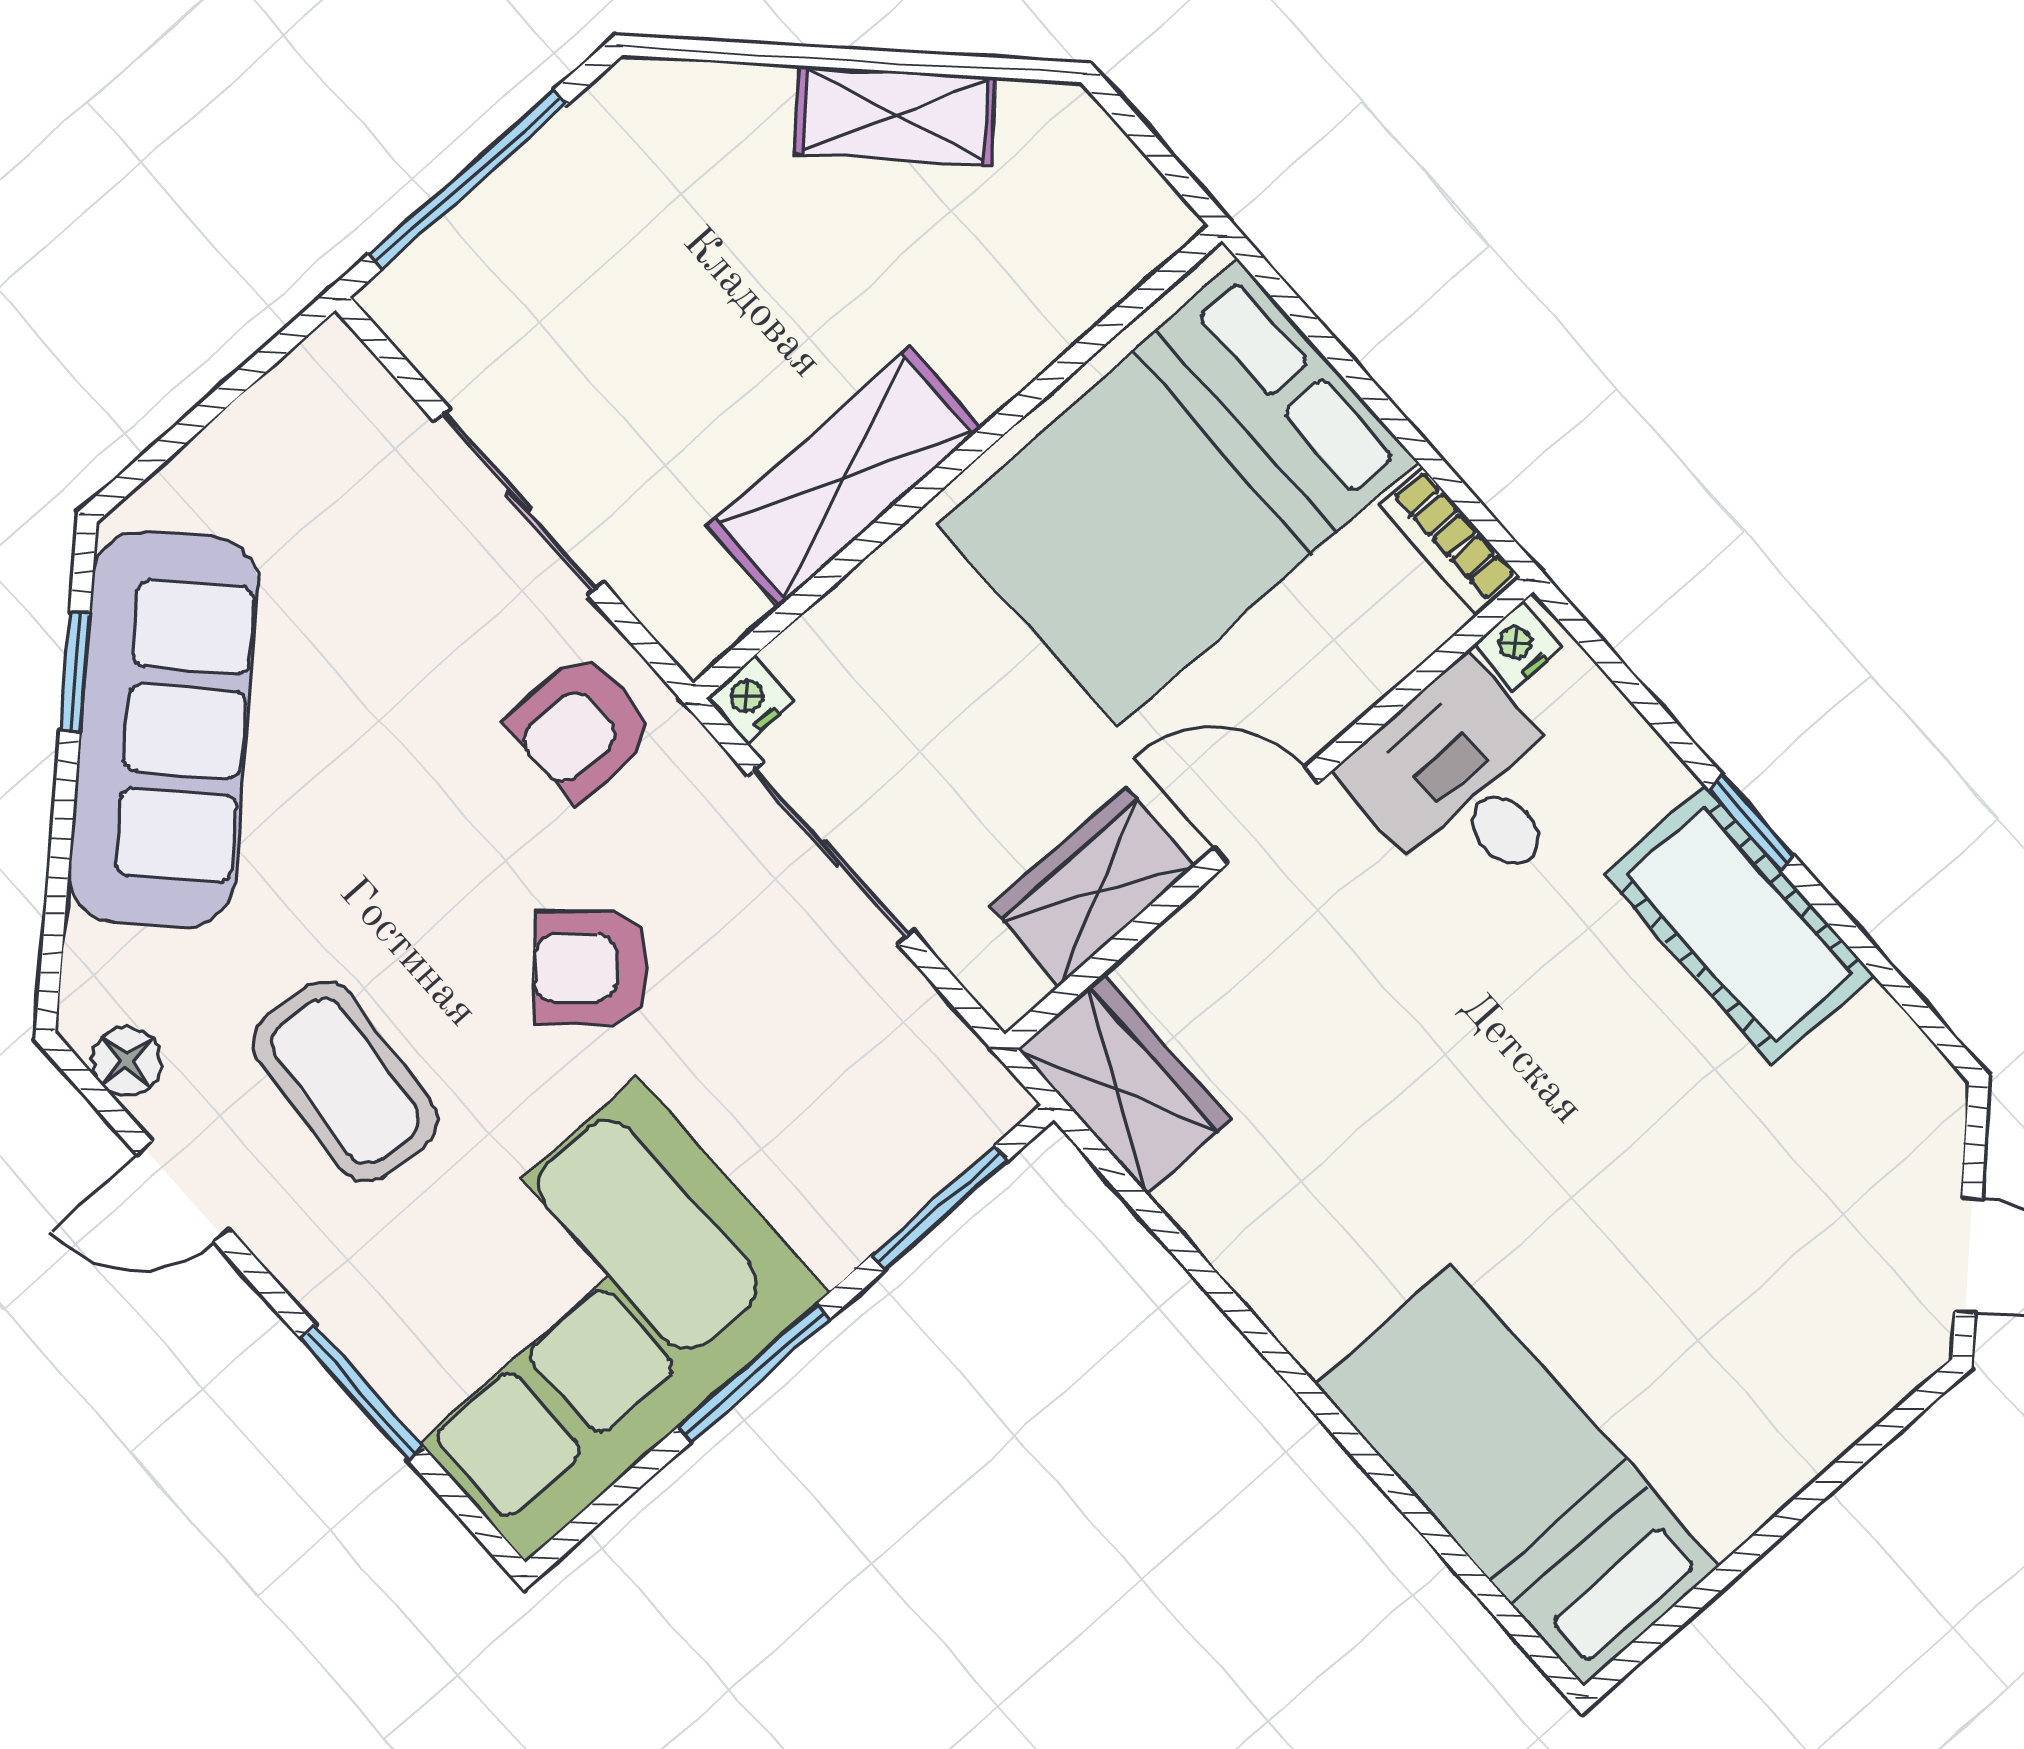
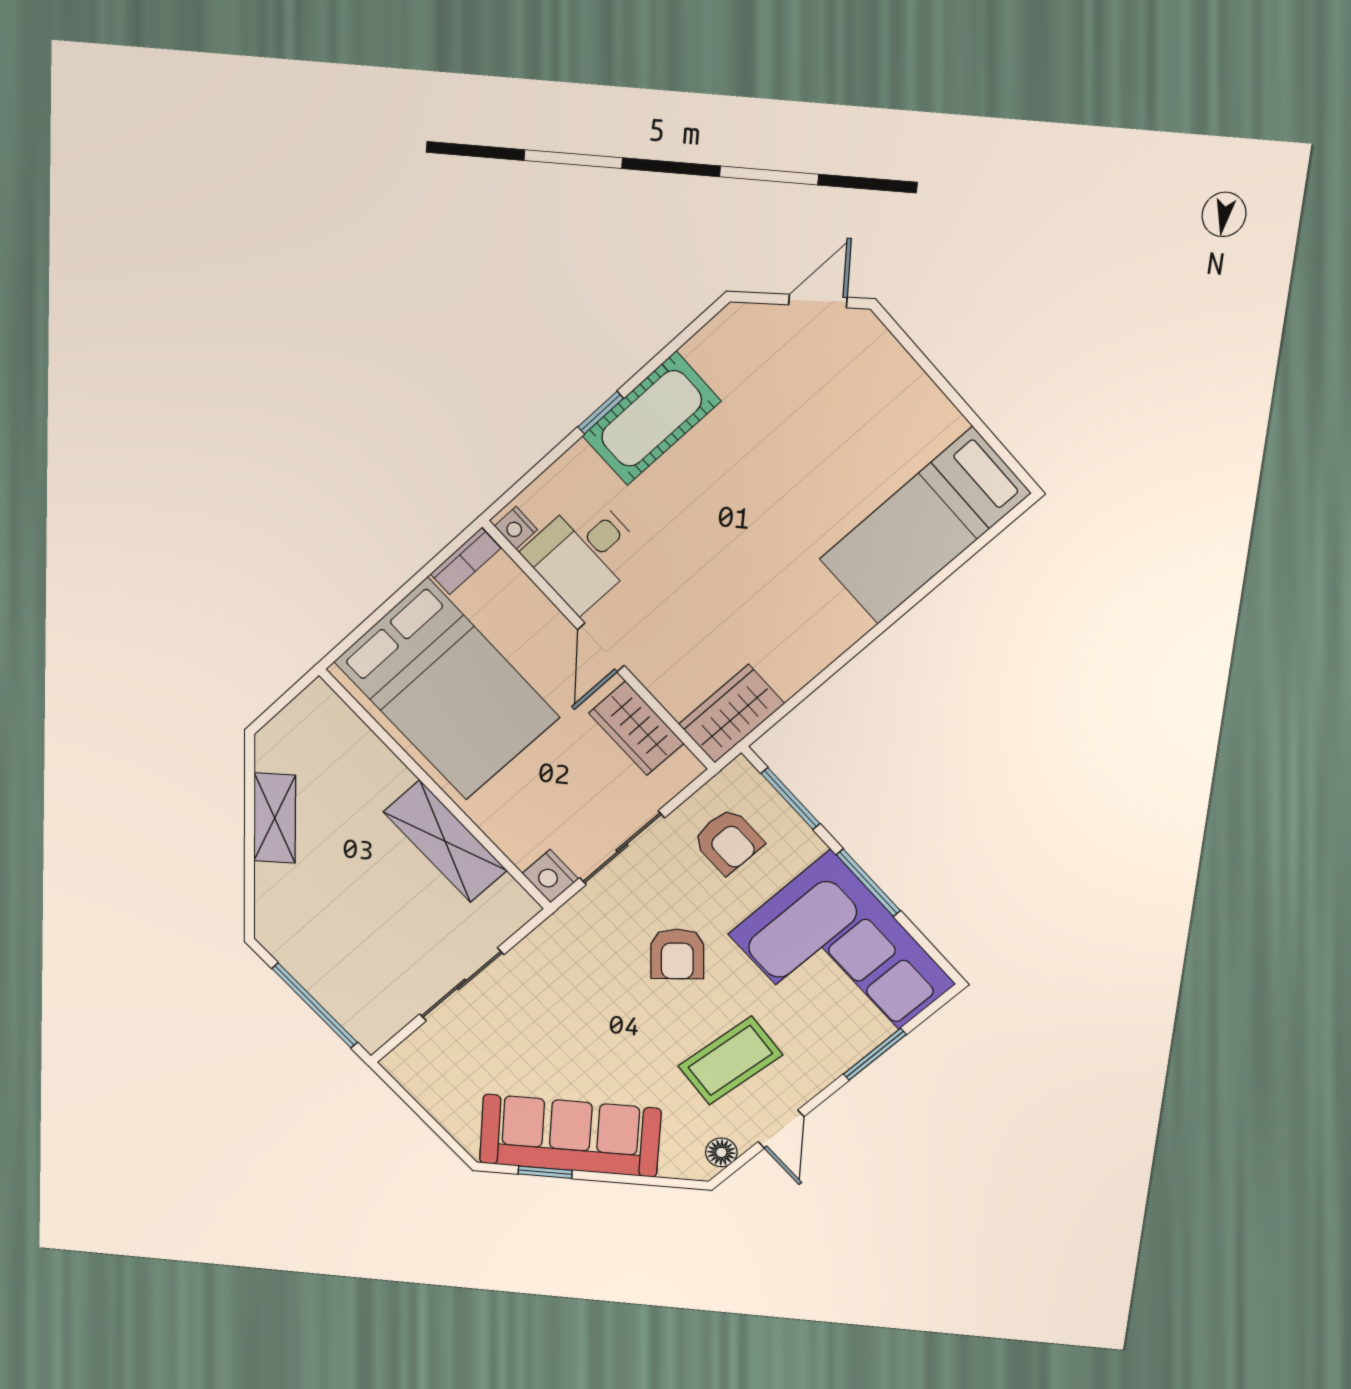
nightstand: (750, 700) -> (550, 876), width x1.39, depth x1.35
armchair: (581, 726) -> (728, 841), moved

